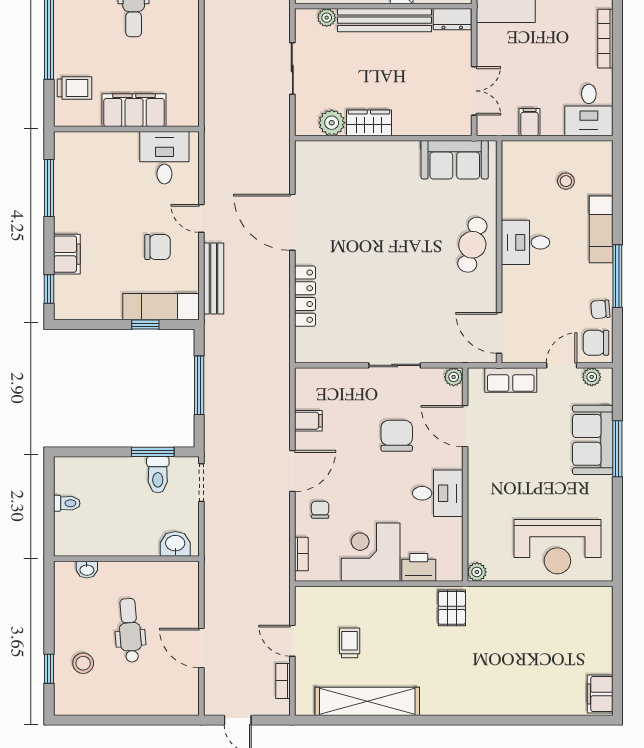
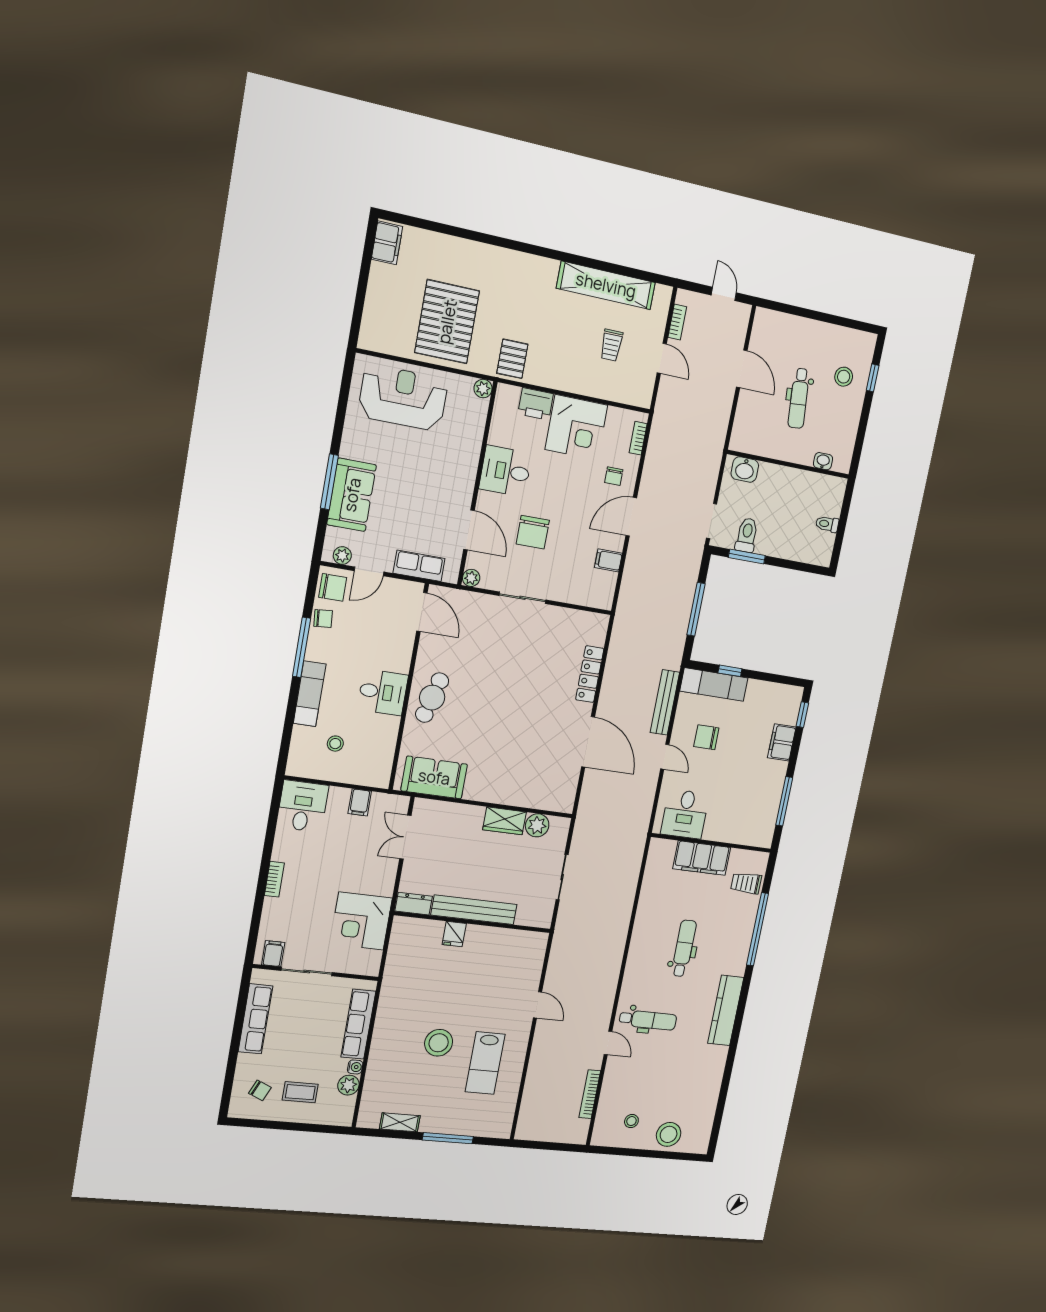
plant: (327, 18) -> (524, 918), removed
bookcase: (605, 39) -> (274, 879), width x0.64
pallet: (526, 631) -> (447, 322), added

